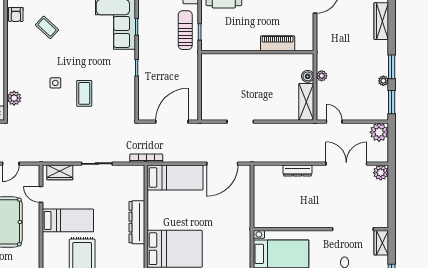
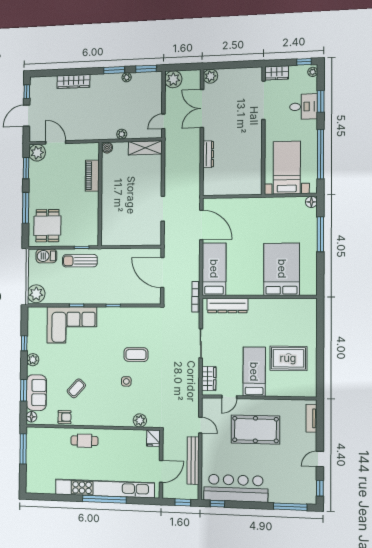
boiler: (308, 76) -> (107, 148), moved
dresser: (137, 222) -> (227, 306), moved

